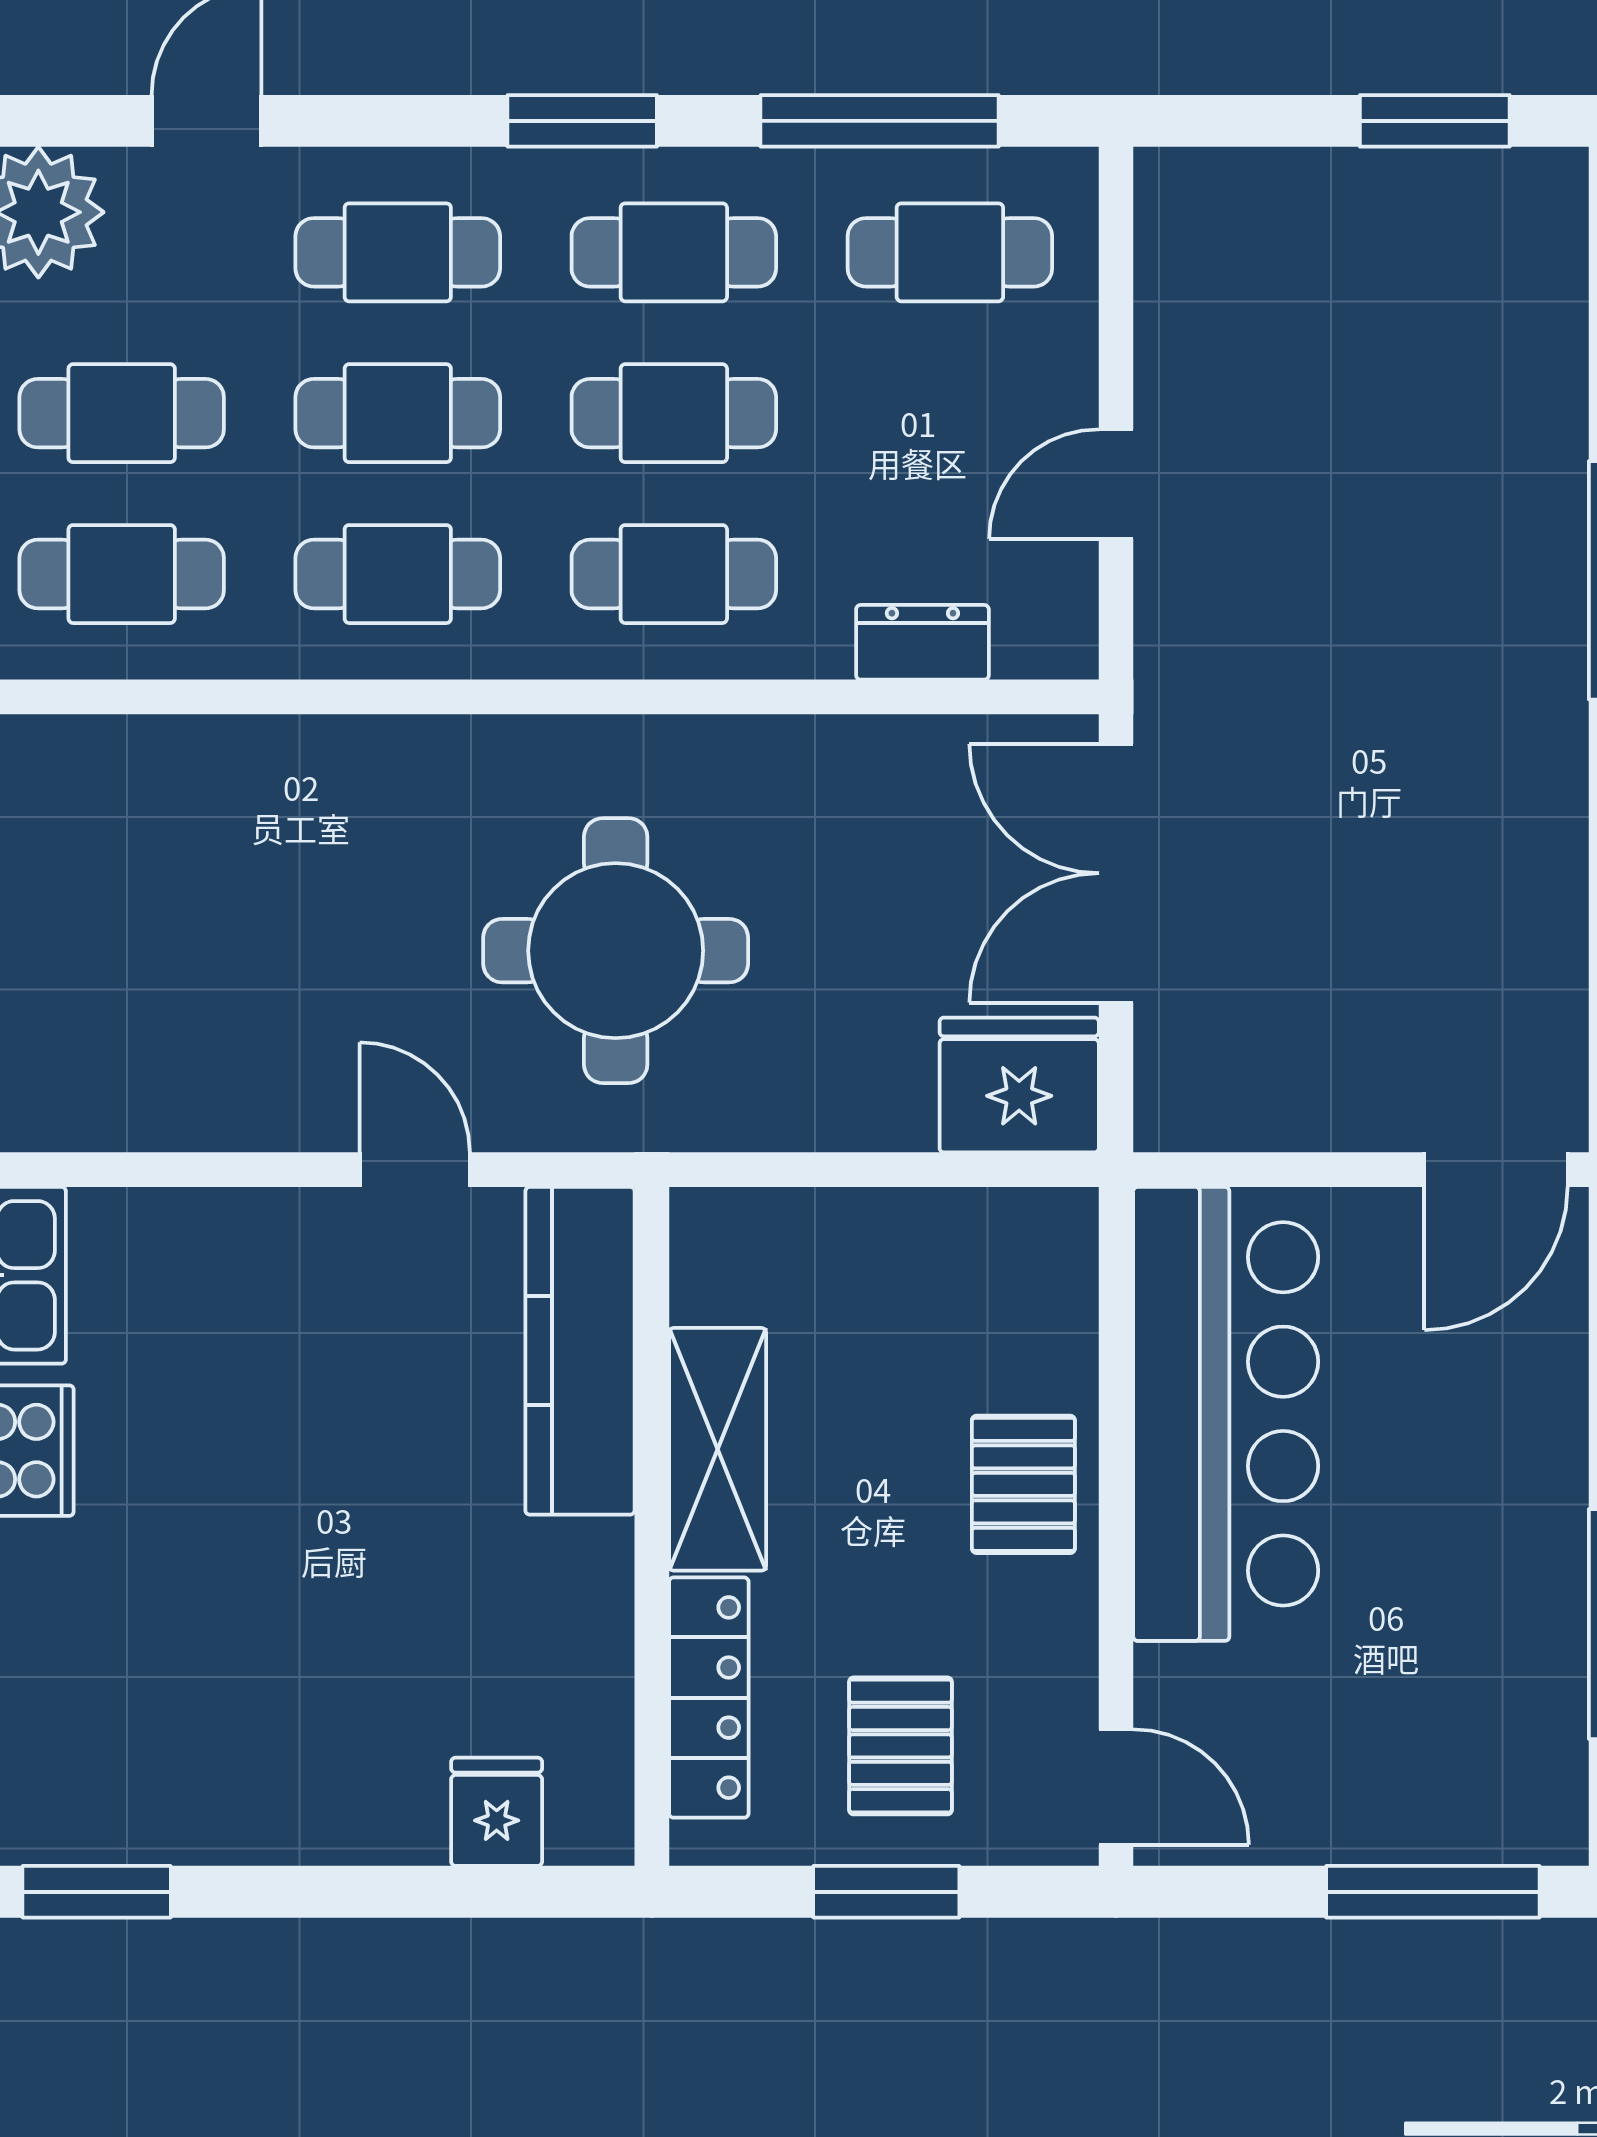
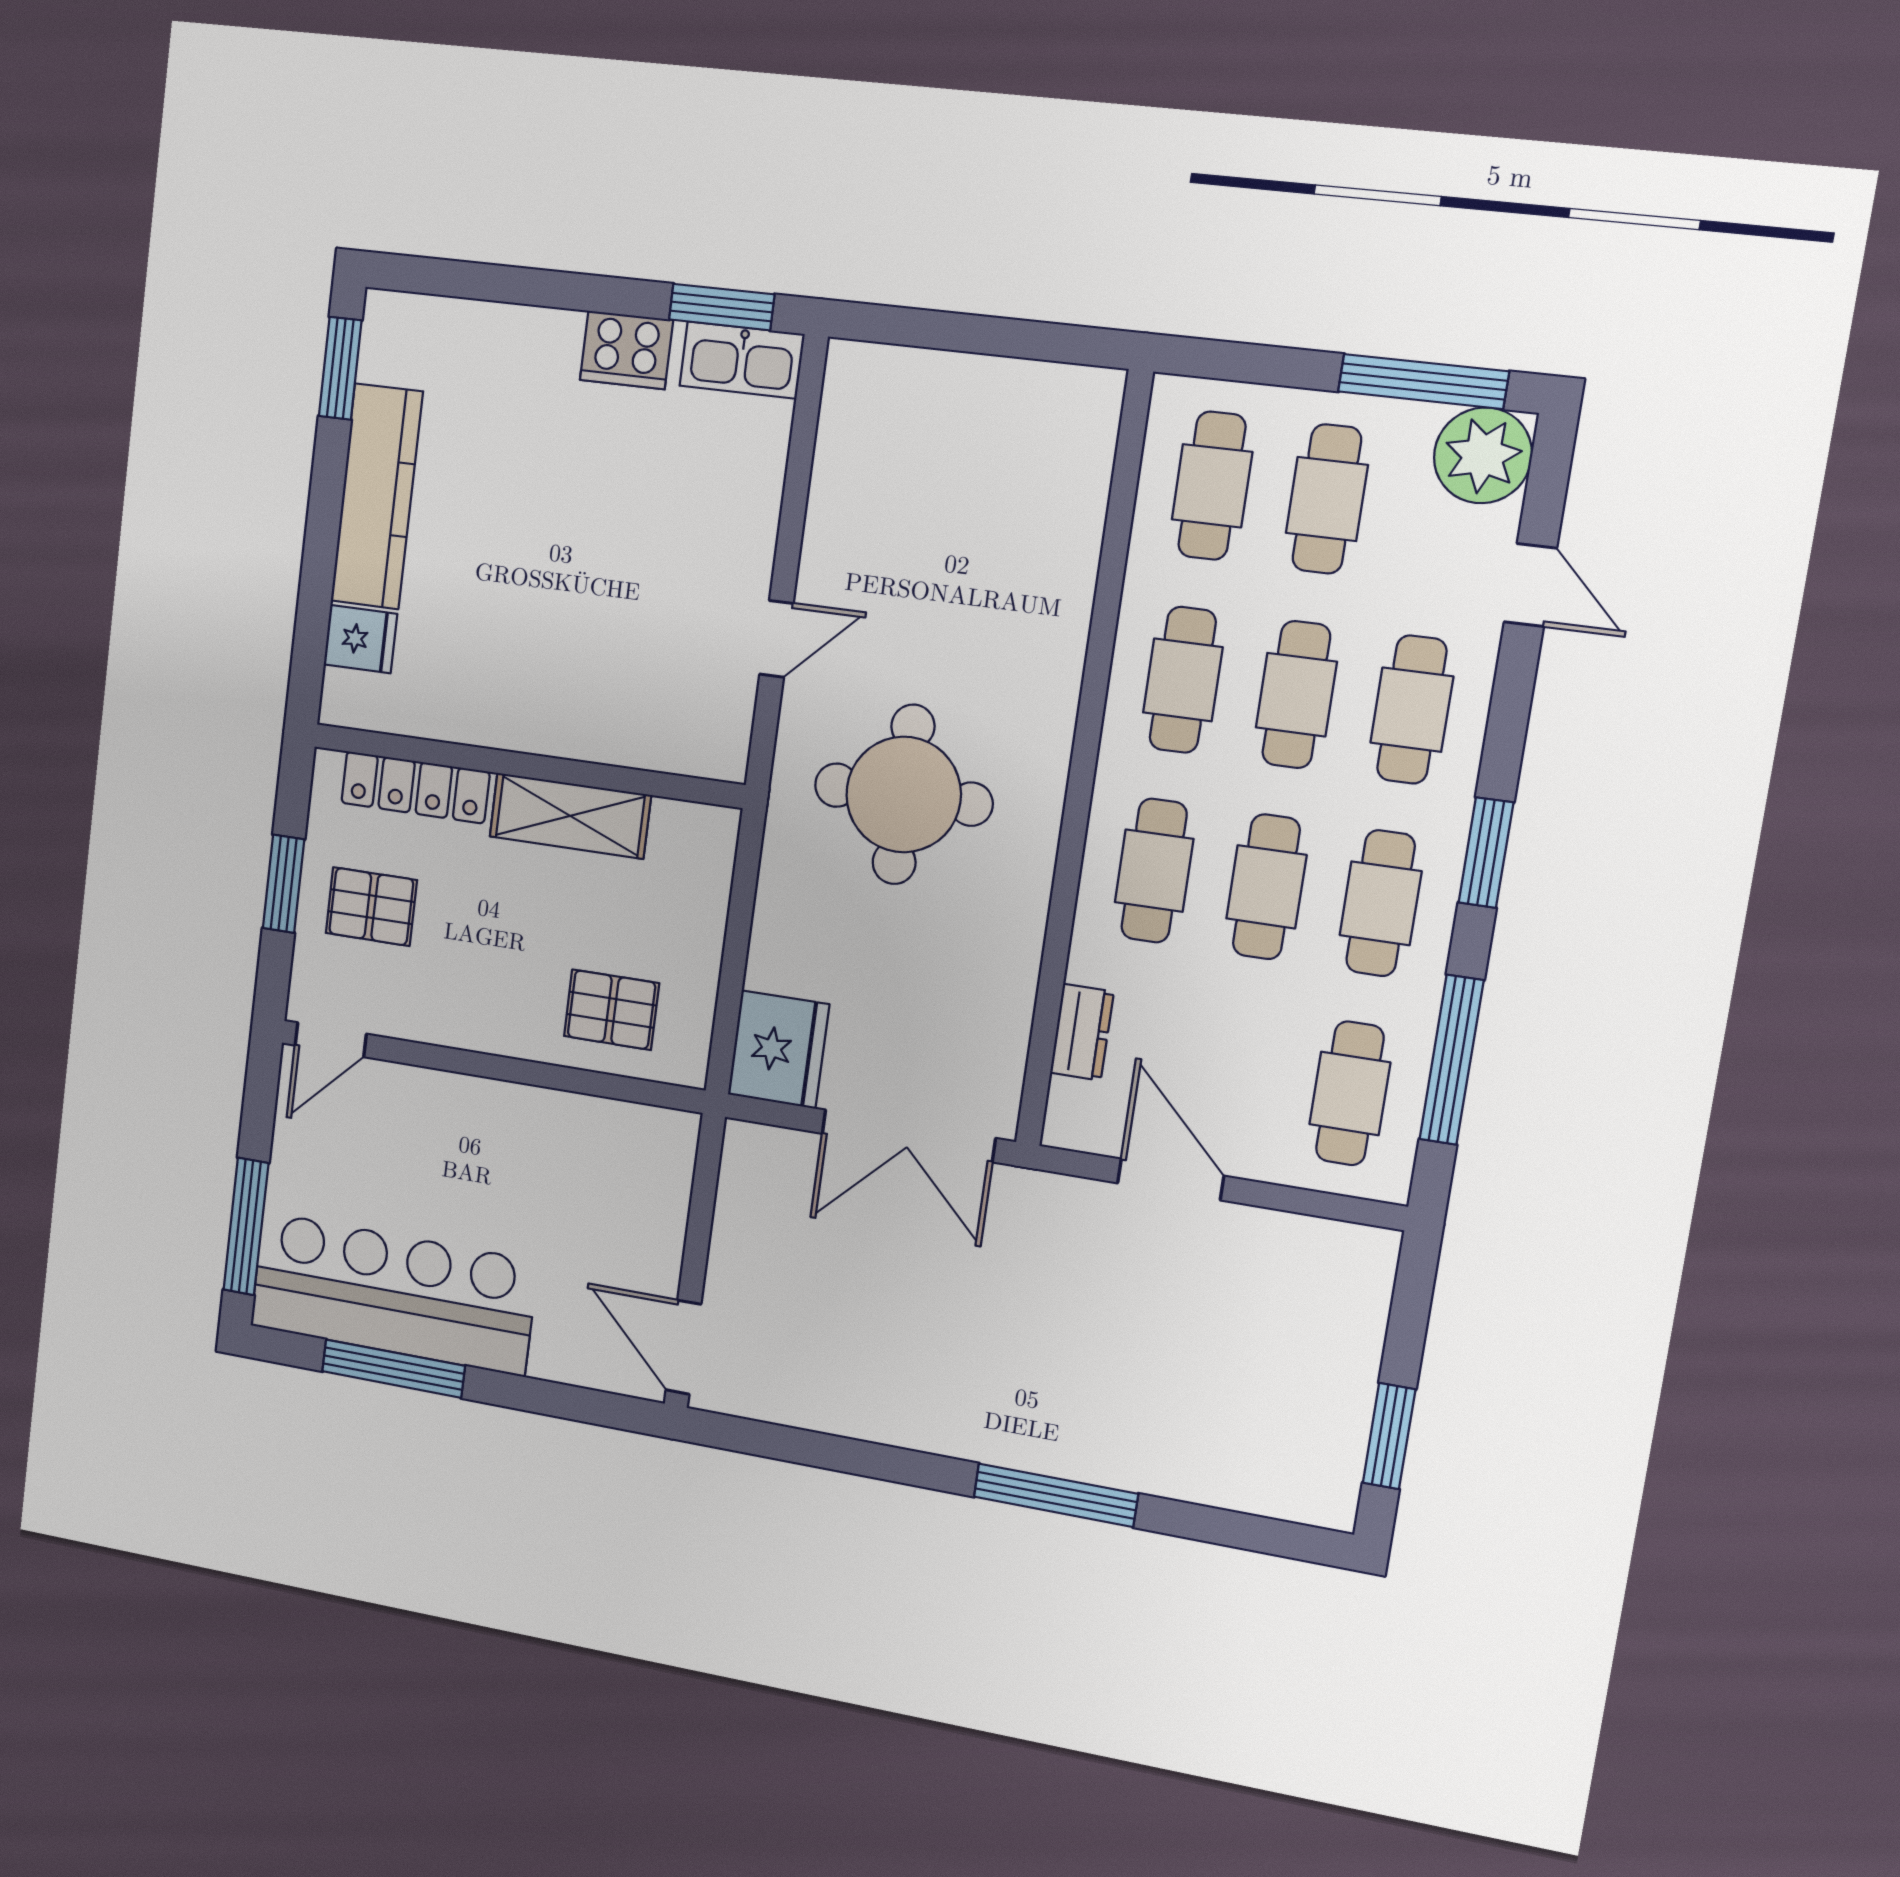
door: (1116, 484) -> (1171, 1179), width x1.38
double door: (1116, 873) -> (908, 1136), swing flipped
kitchen counter: (580, 1351) -> (377, 497), moved, turned 90
bar counter: (1226, 1414) -> (393, 1294), moved, turned 180
pallet: (1023, 1484) -> (612, 1010), moved

